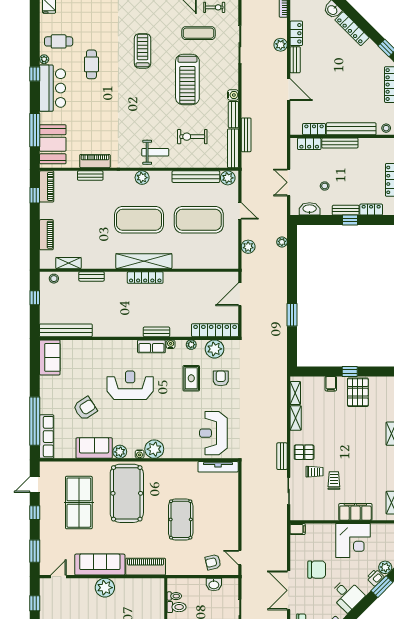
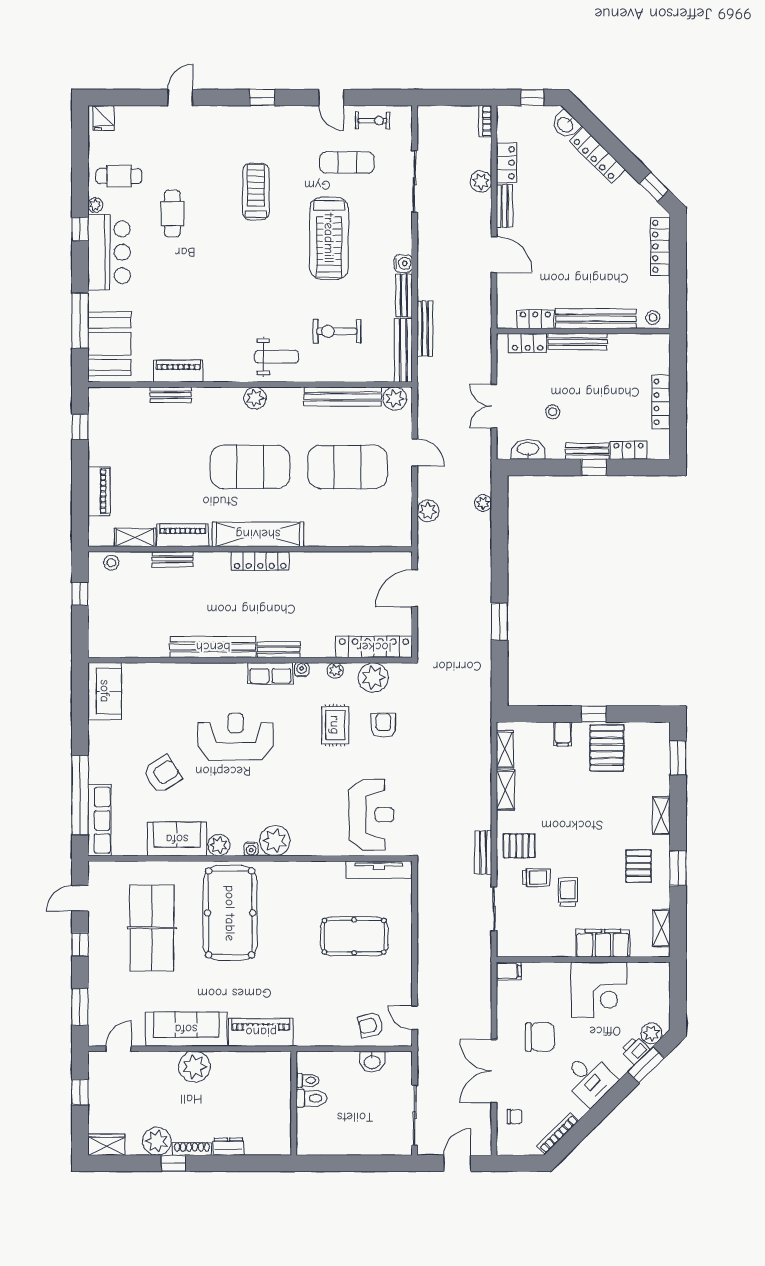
piano: (47, 186) -> (183, 535), moved, turned -90
bench: (66, 330) -> (213, 647), moved
reception desk: (213, 433) -> (371, 815), turned 180
pallet: (377, 465) -> (638, 866), added
pool table: (181, 519) -> (354, 936), moved, turned 90

